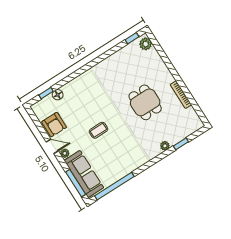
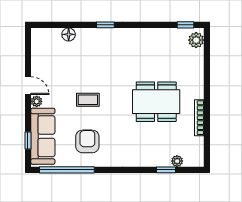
window: (46, 93) -> (105, 25), moved
dining table: (145, 102) -> (156, 102), width x1.38
armchair: (54, 125) -> (87, 141), moved, turned 180
plant: (165, 146) -> (177, 161), moved
window: (76, 183) -> (28, 141), width x0.46

